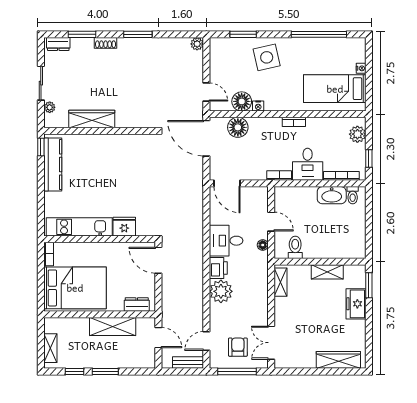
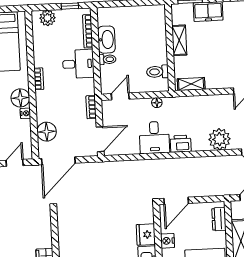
floor lamp: (242, 101) -> (20, 98), moved
bookcase: (279, 176) -> (91, 107), moved
toilet: (353, 195) -> (107, 59), moved
door: (271, 222) -> (120, 96), moved
nightstand: (117, 249) -> (167, 241), added
plant: (221, 291) -> (219, 139), moved

